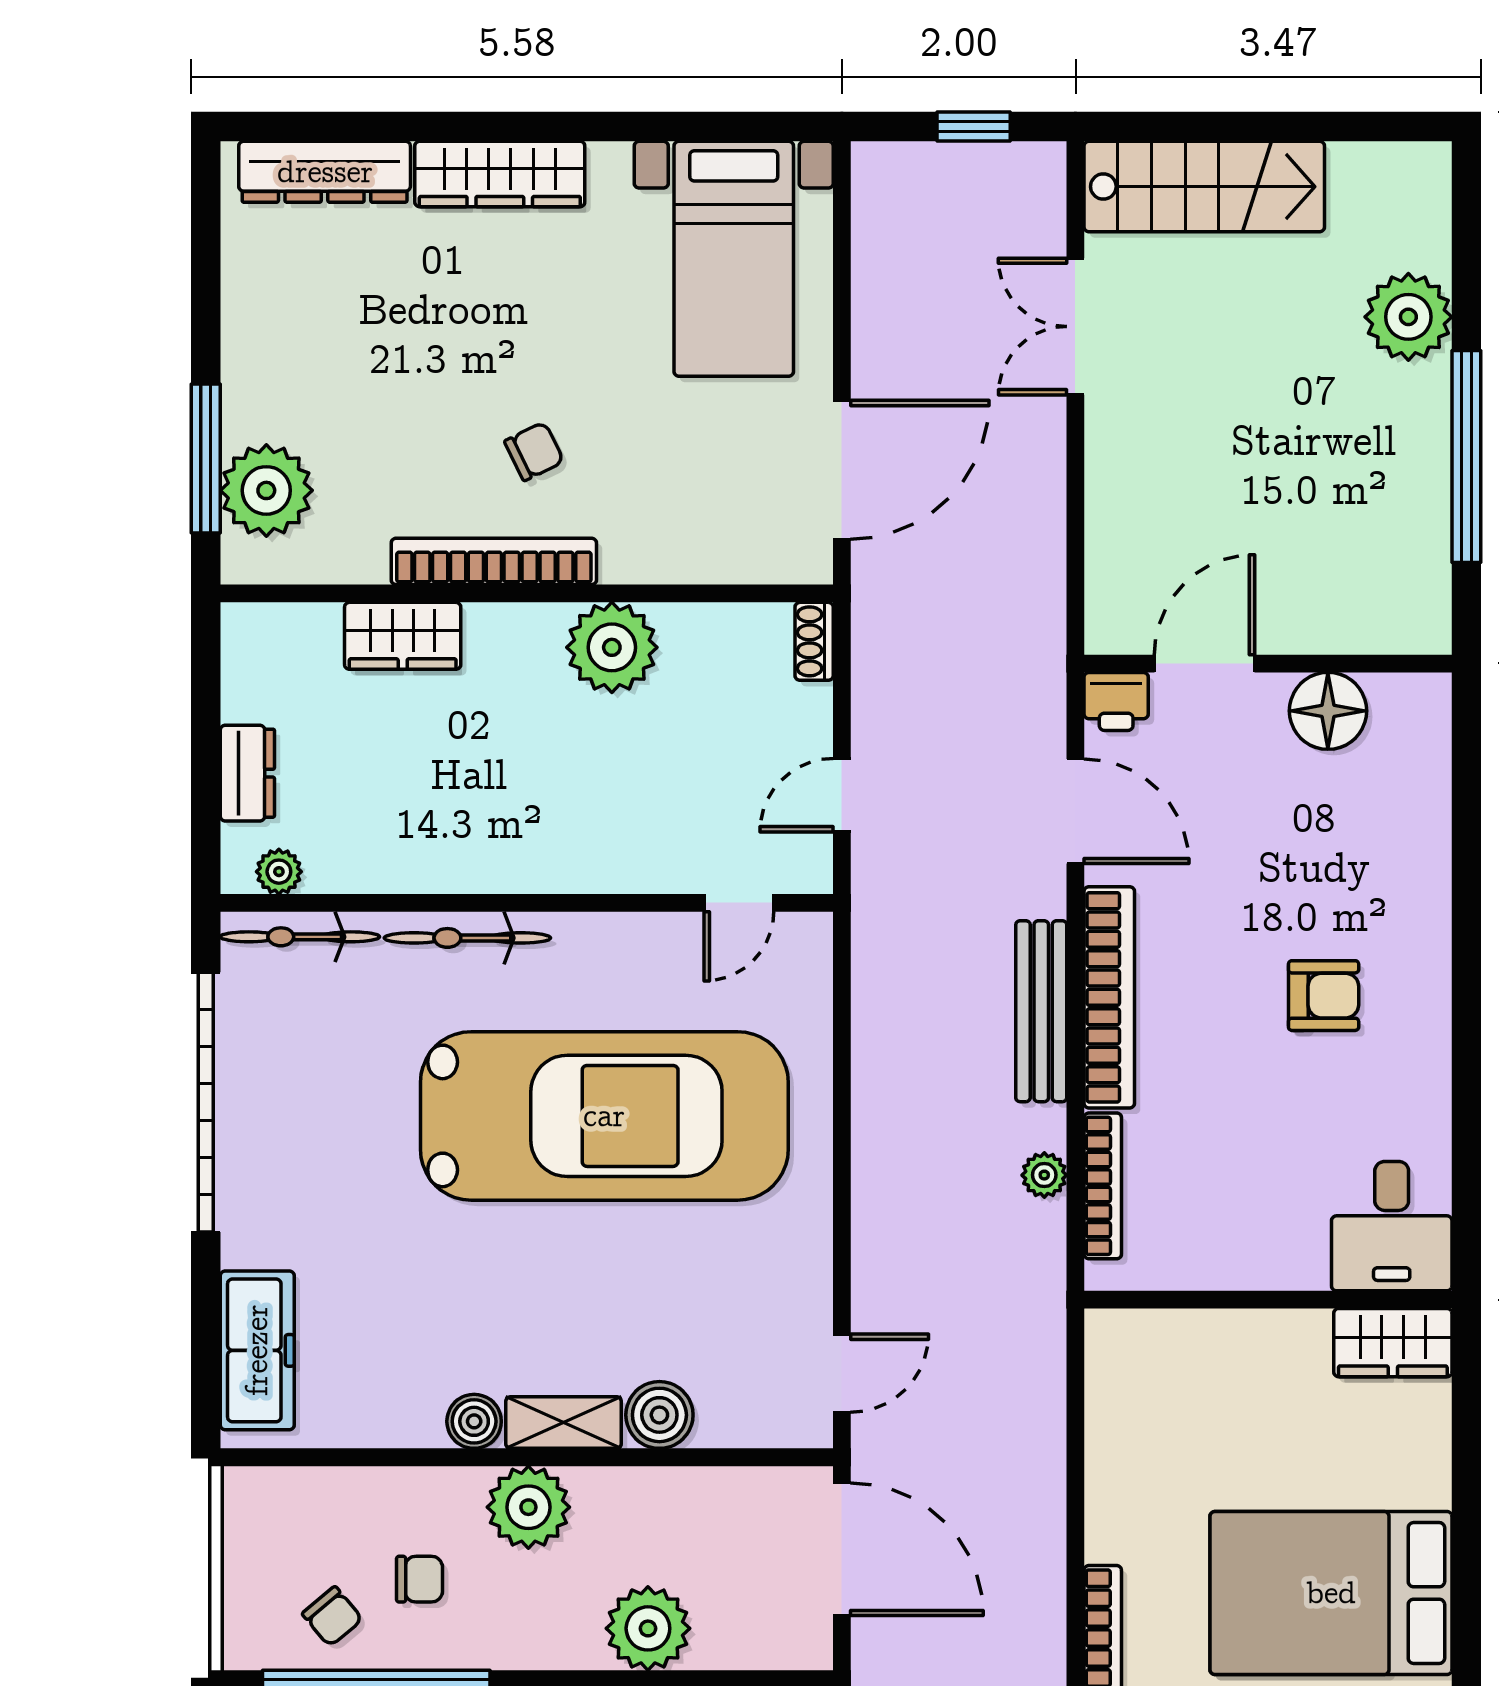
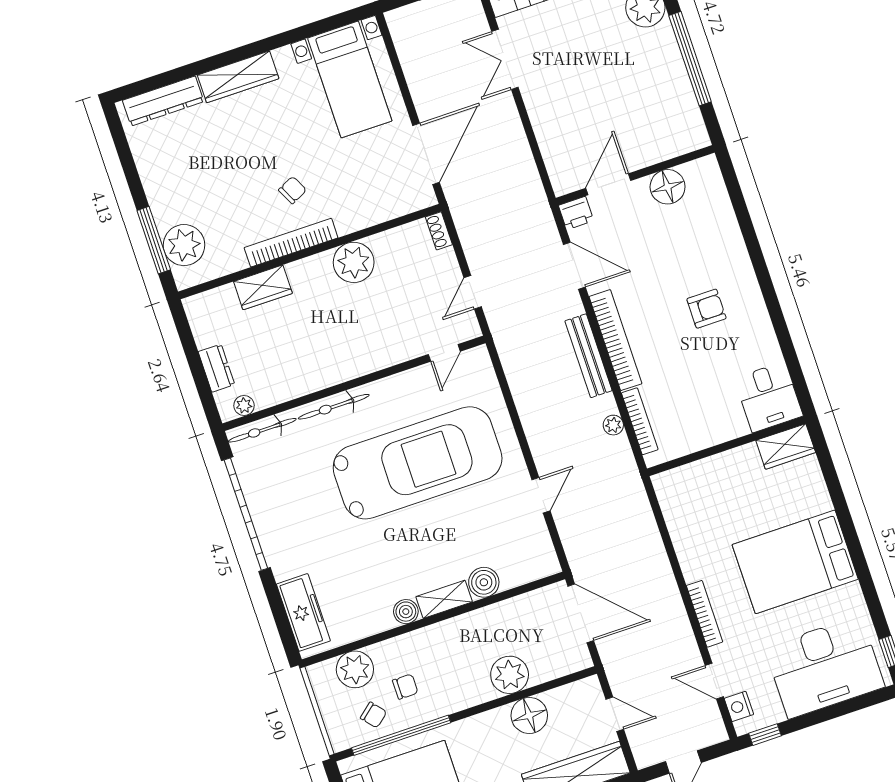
door: (842, 1373) -> (541, 495), moved
plant: (528, 1507) -> (355, 669), moved

